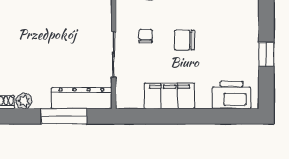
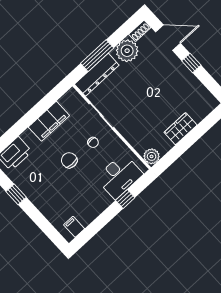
chair: (185, 40) -> (69, 160), turned -90
plant: (24, 101) -> (127, 51), width x1.88, depth x1.88

